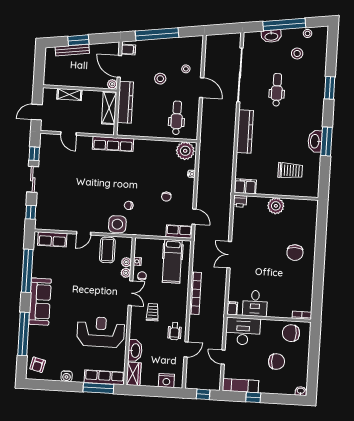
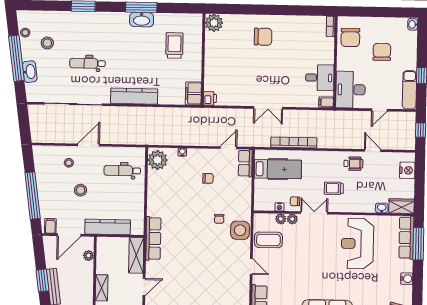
plant: (112, 84) -> (88, 256), moved
shelving: (109, 108) -> (136, 255), moved, turned 90
plant: (276, 206) -> (214, 23), moved
bookcase: (195, 293) -> (294, 142), moved
washbasin: (135, 351) -> (382, 208), width x0.52, depth x0.69

